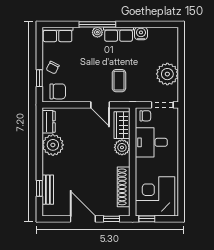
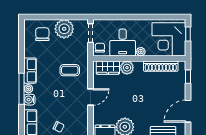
water cooler: (141, 33) -> (29, 100), moved
chair: (58, 91) -> (42, 34), moved
door: (100, 105) -> (91, 97), moved
plant: (141, 164) -> (141, 52), added
door: (83, 219) -> (188, 111), moved
window: (147, 219) -> (188, 34), moved

